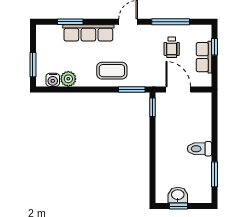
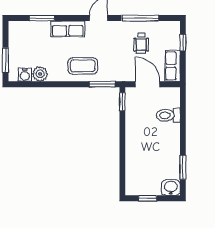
row of seats: (88, 33) -> (68, 29), width x0.68
row of seats: (204, 57) -> (173, 66), moved
toilet: (200, 149) -> (168, 115), moved
washbasin: (178, 195) -> (171, 188), moved

